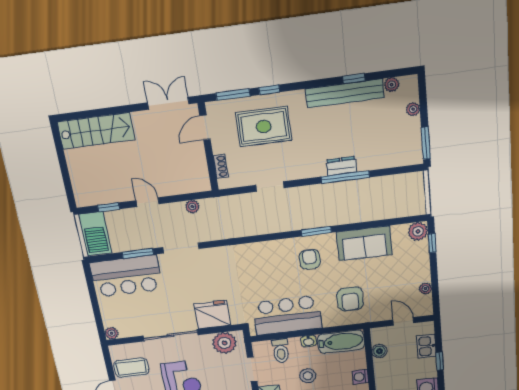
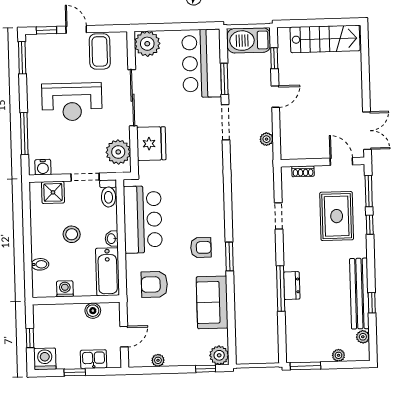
stairs: (96, 131) -> (325, 39), moved, turned -90
plant: (112, 333) -> (147, 44), width x1.88, depth x1.88
toilet: (281, 351) -> (108, 193), moved, turned -90

